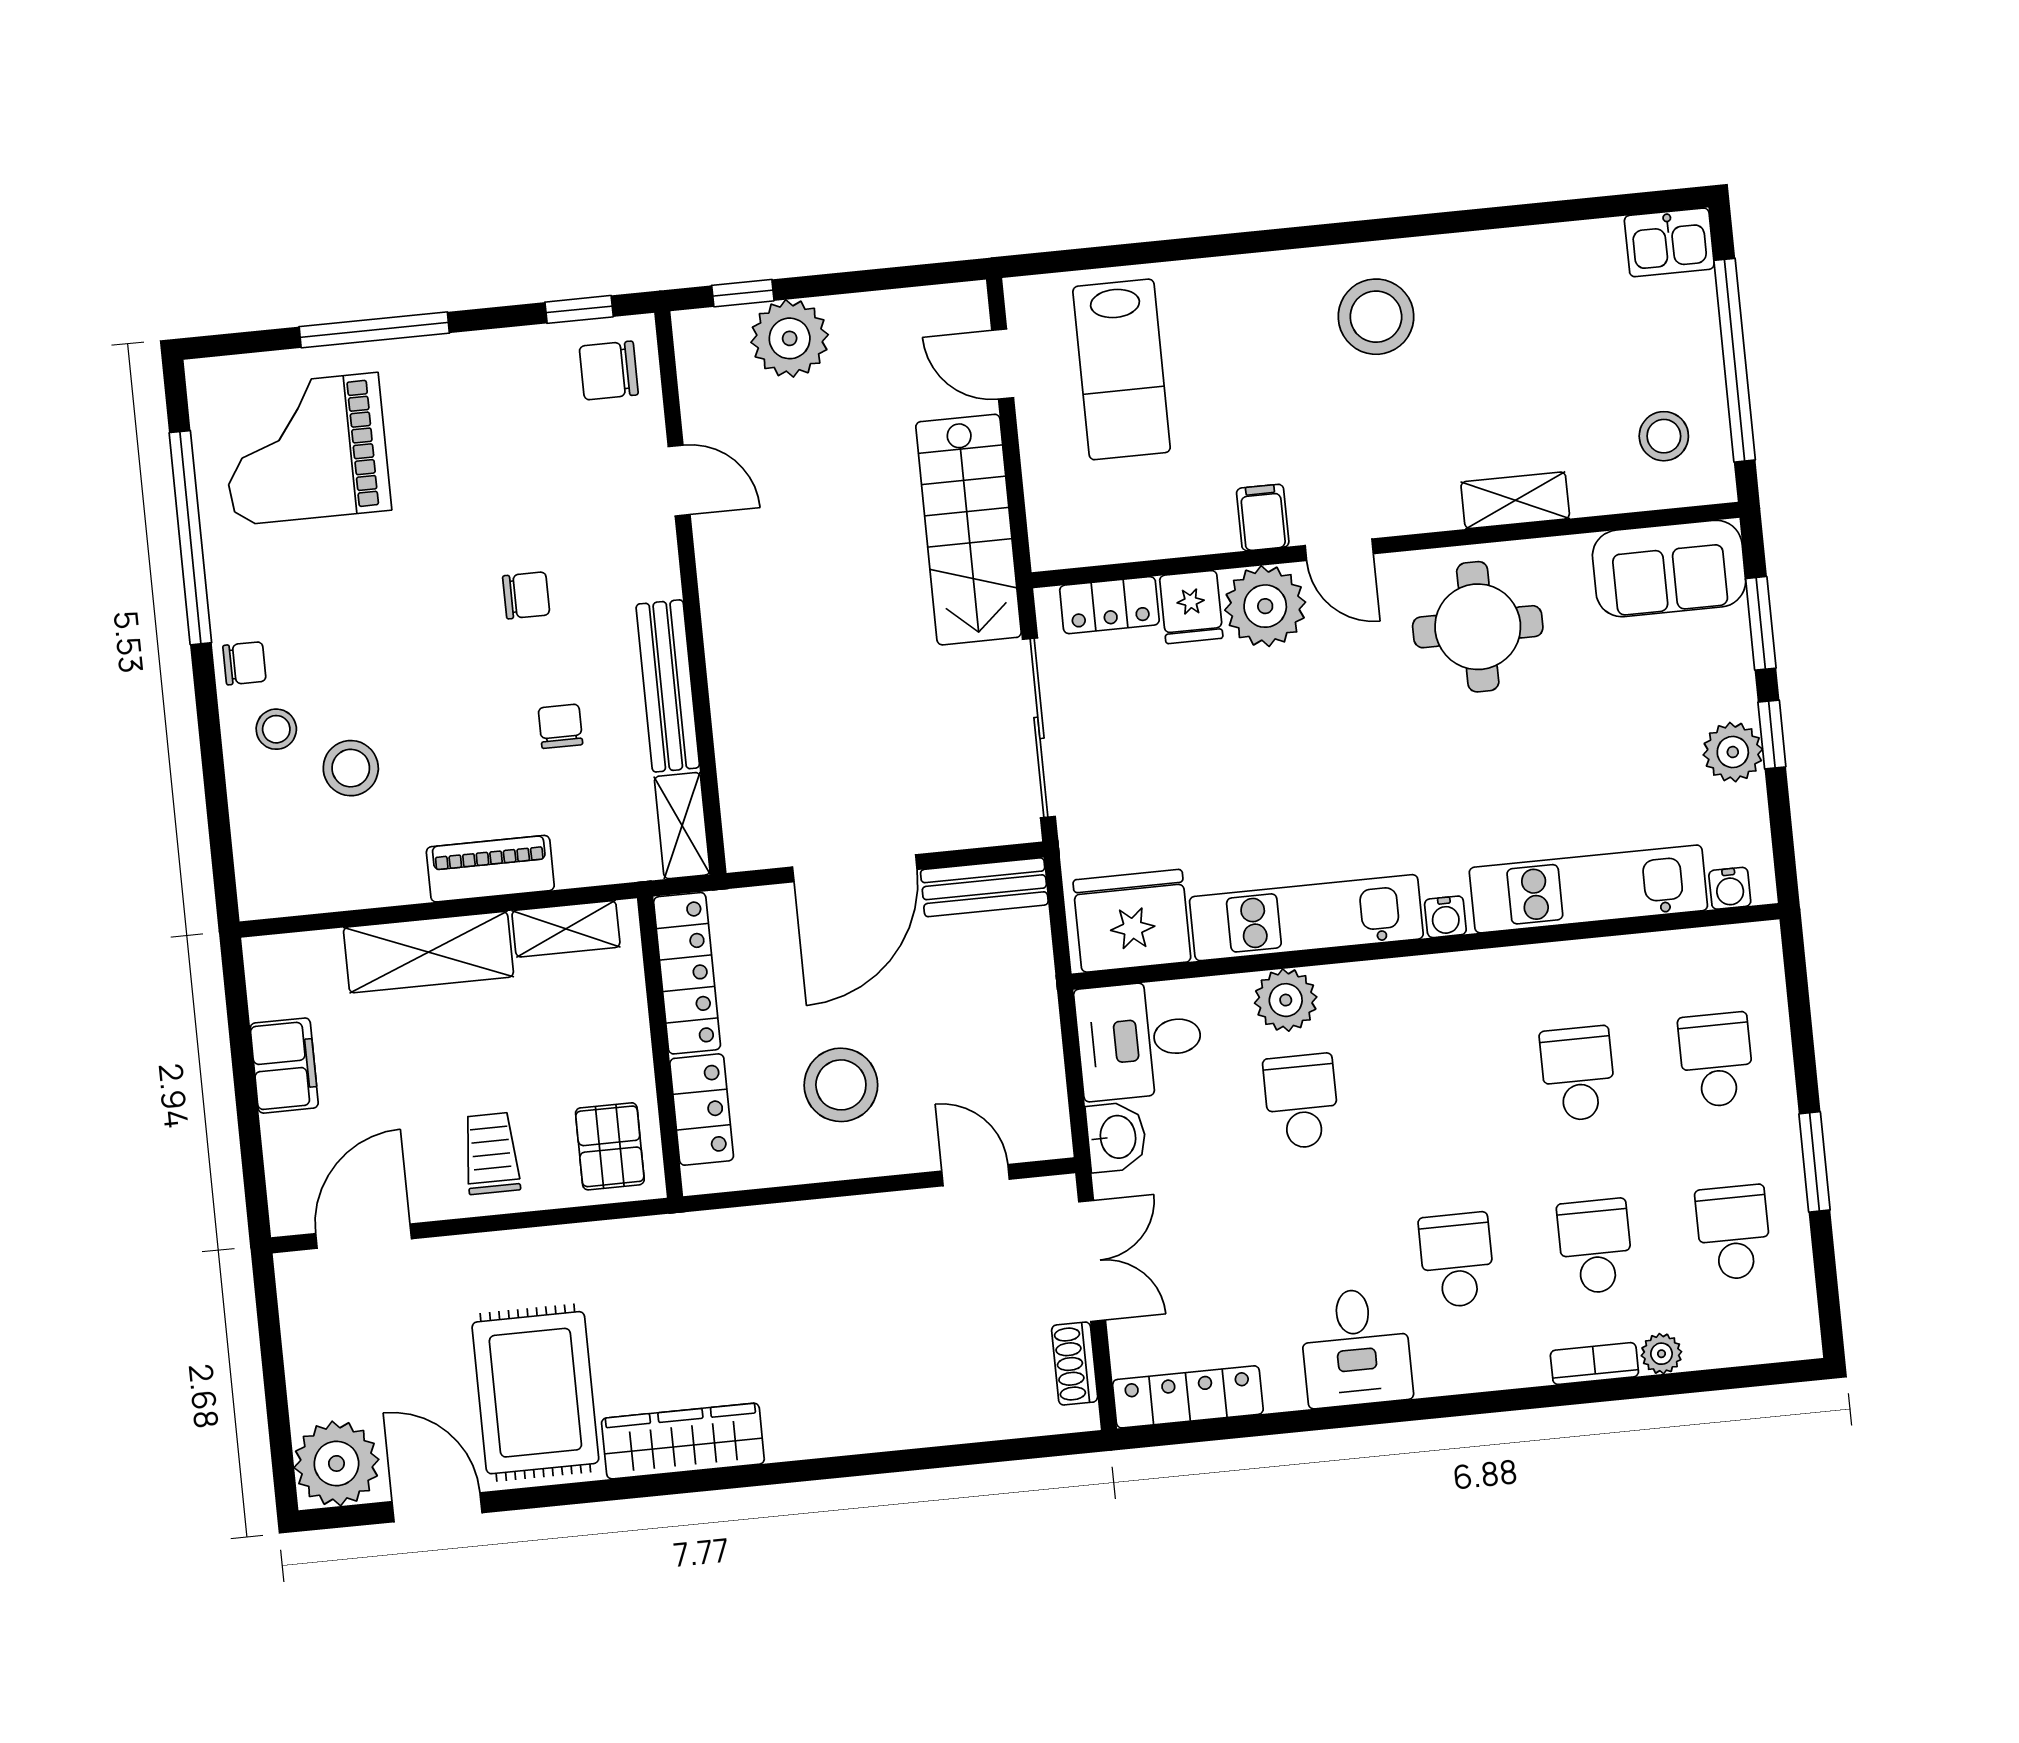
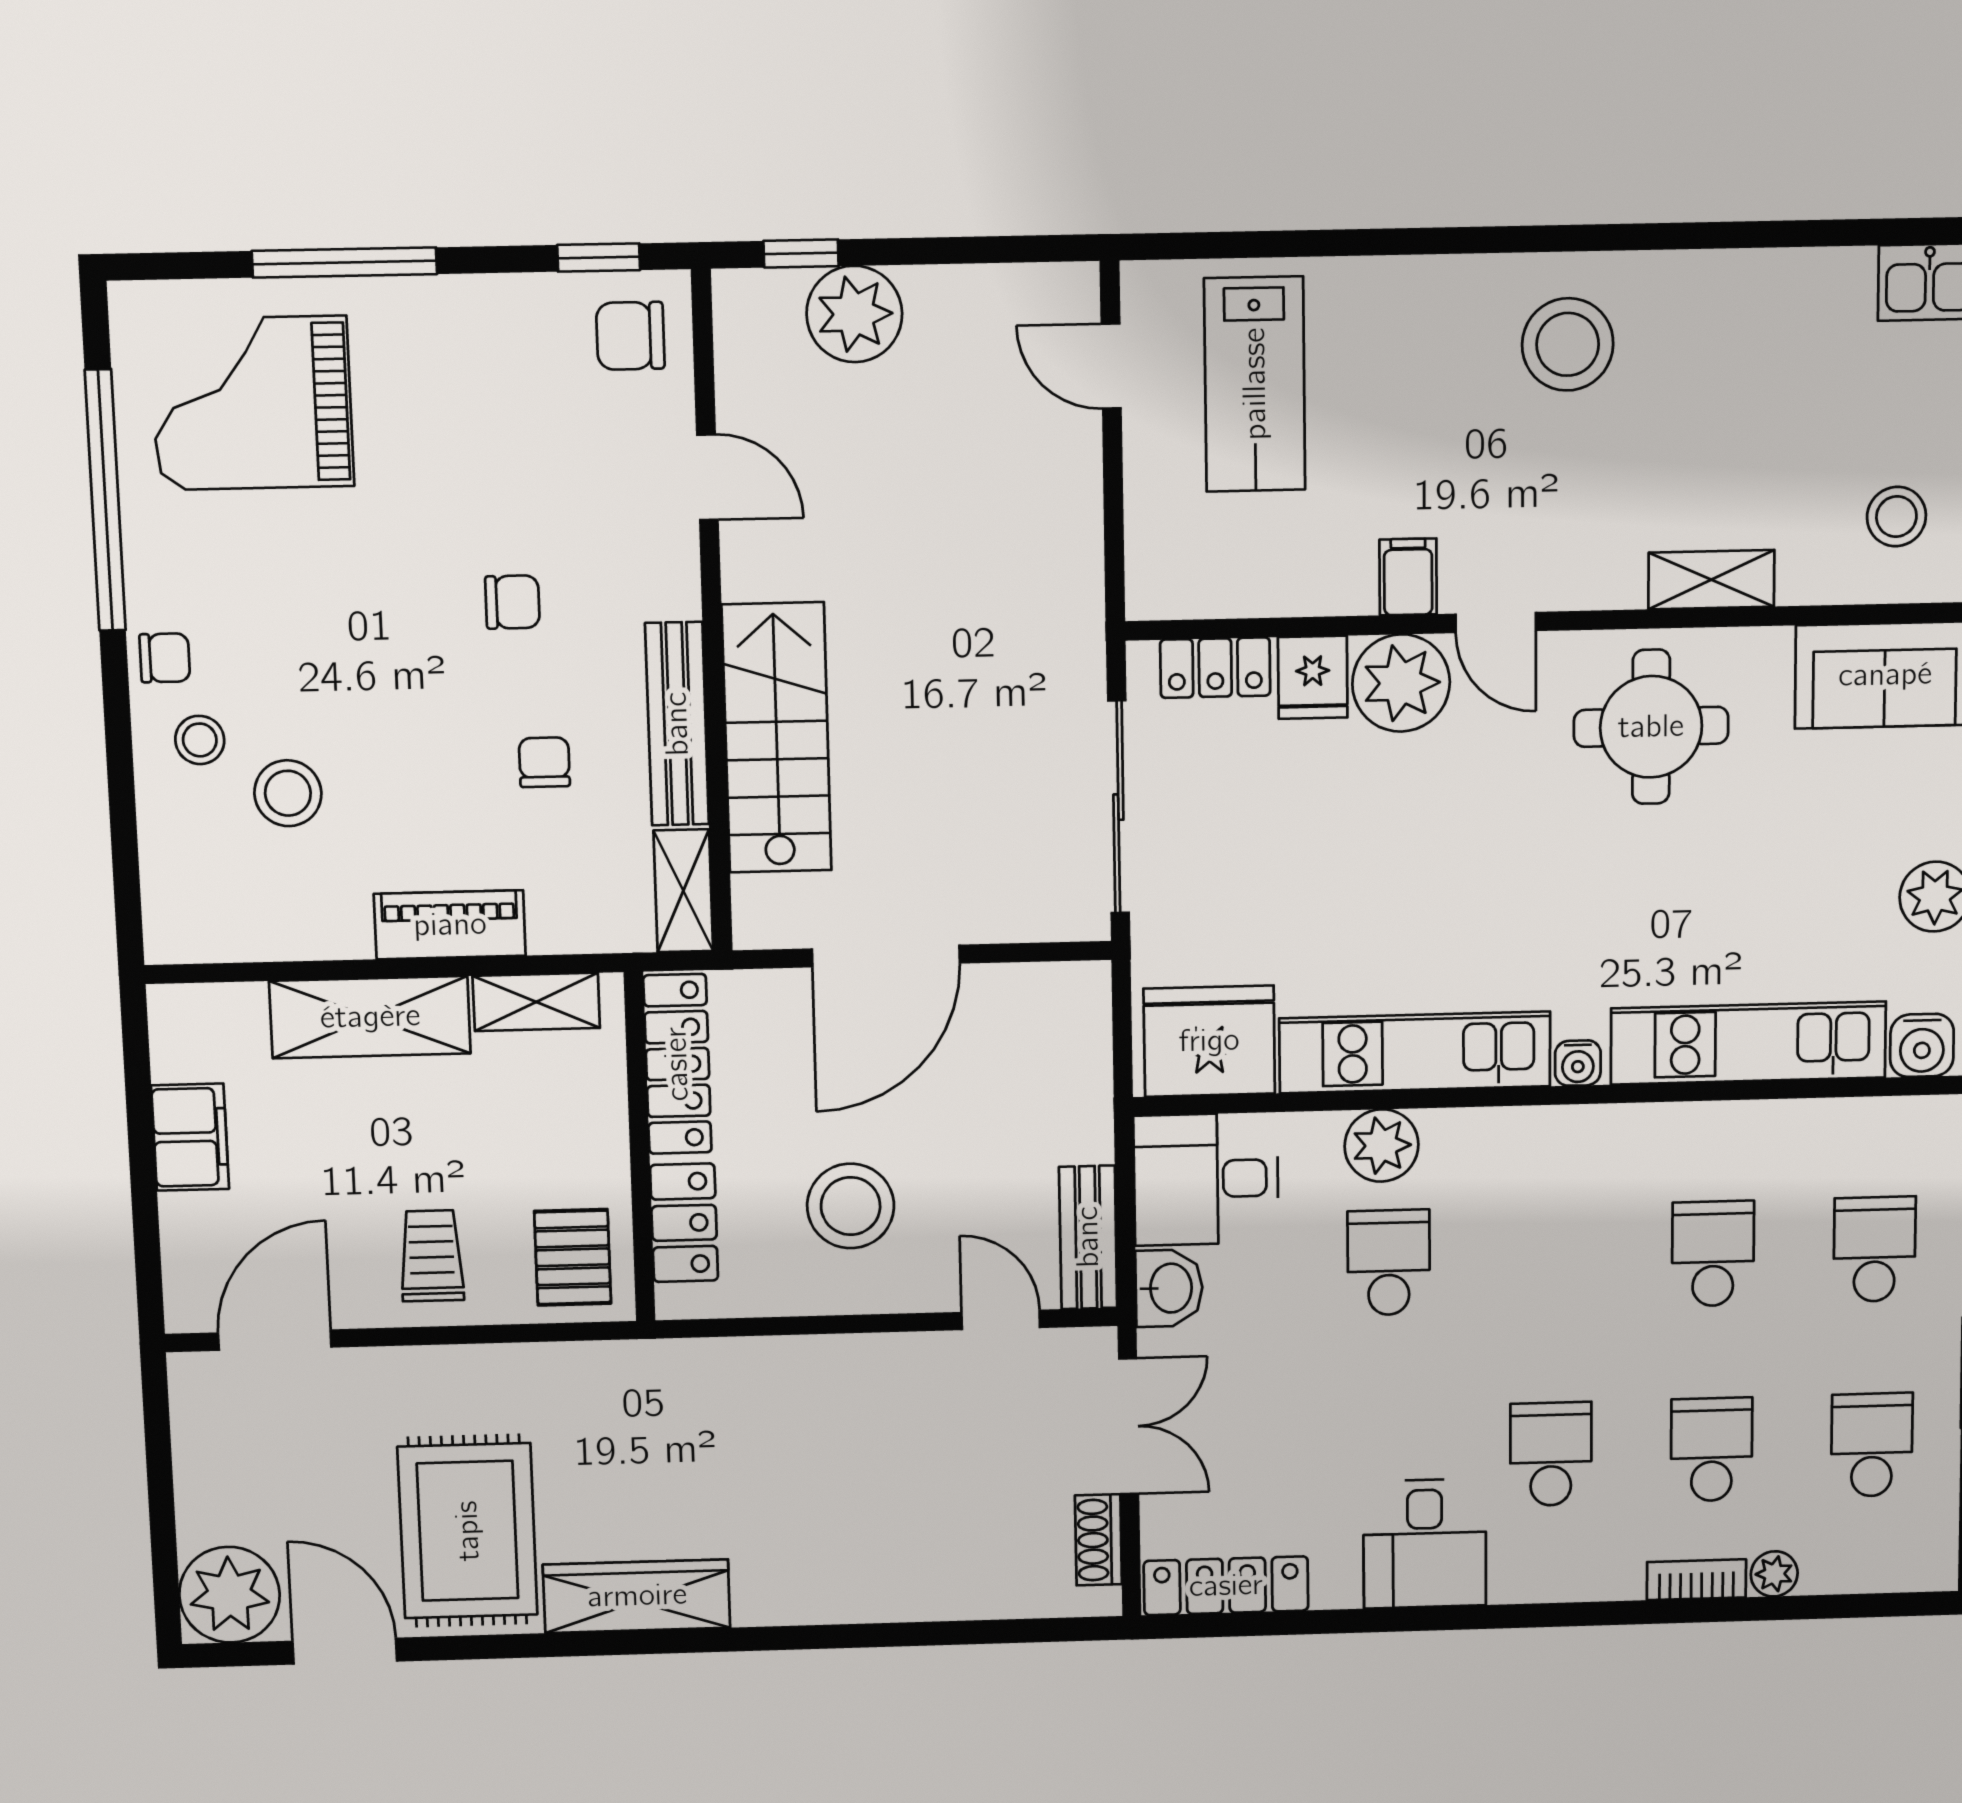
stairs: (968, 530) -> (777, 738), moved, turned 180
bench: (984, 887) -> (1088, 1237), moved, turned 90
water cooler: (1730, 888) -> (1922, 1045), width x1.38, depth x1.38

